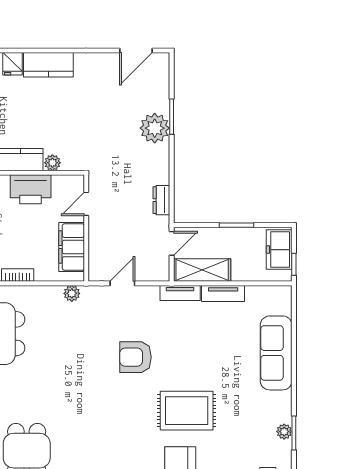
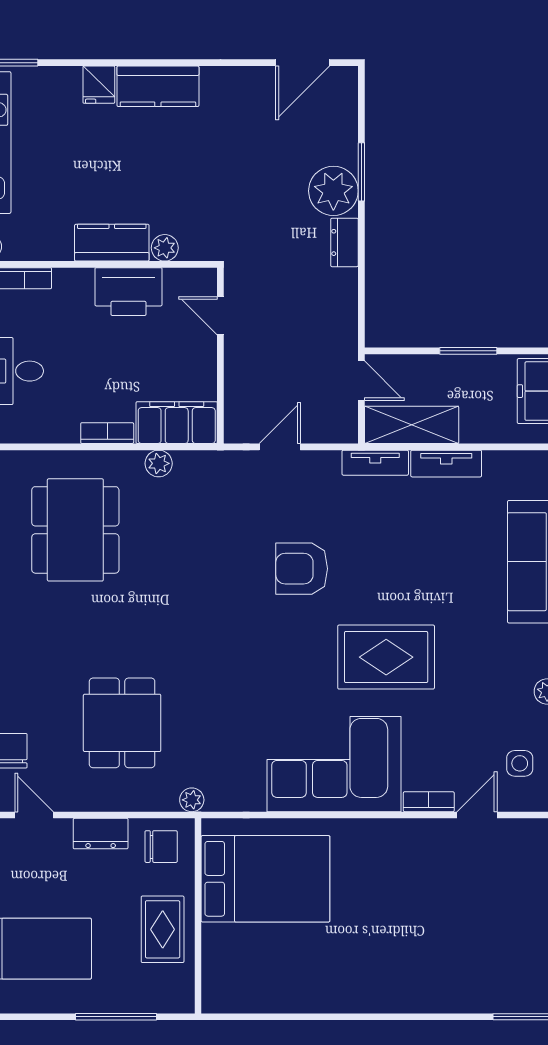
dresser: (161, 200) -> (344, 242), moved
door: (86, 204) -> (220, 316), hinge flipped
door: (172, 243) -> (361, 381), hinge flipped
filing cabinet: (72, 247) -> (177, 423), moved, turned 90
plant: (72, 293) -> (159, 463), moved

